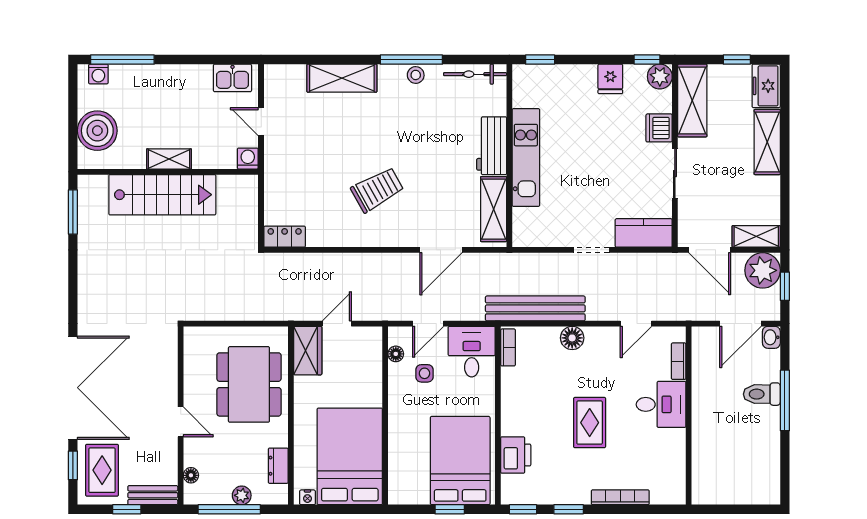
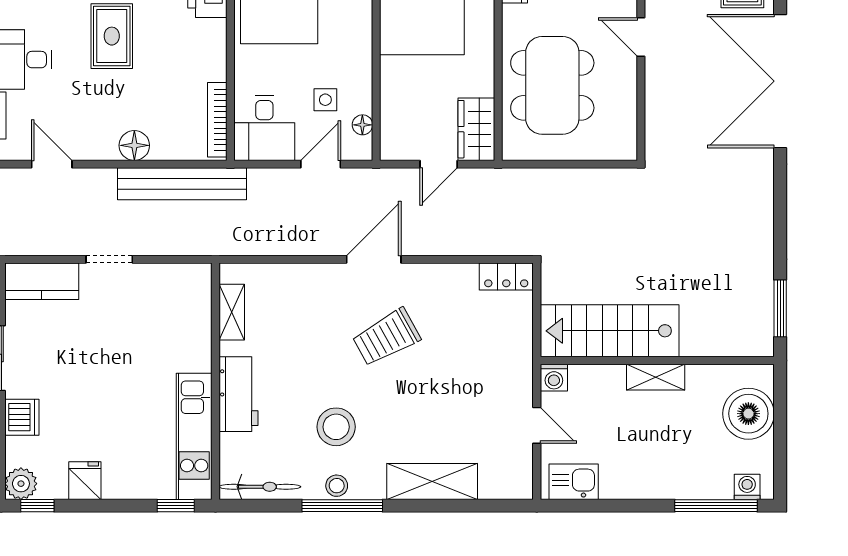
stool: (416, 120) -> (336, 427), added
kitchen unit: (526, 157) -> (194, 436), moved
stairs: (162, 195) -> (610, 331), moved
shelving: (494, 209) -> (232, 312), width x0.67, depth x0.75
door: (441, 250) -> (374, 259), moved
door: (636, 324) -> (52, 164), hinge flipped
bookcase: (508, 347) -> (217, 120), width x1.56

